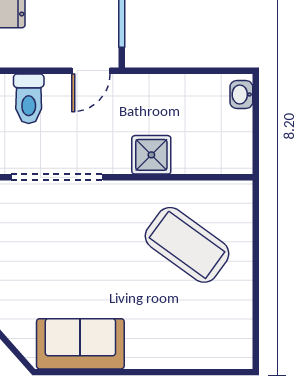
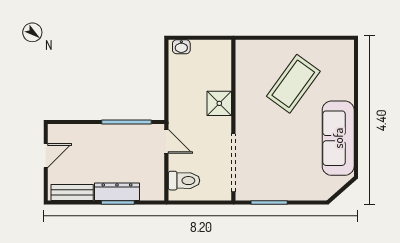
coffee table: (187, 245) -> (293, 84), moved
sofa: (80, 344) -> (338, 138), width x1.36

